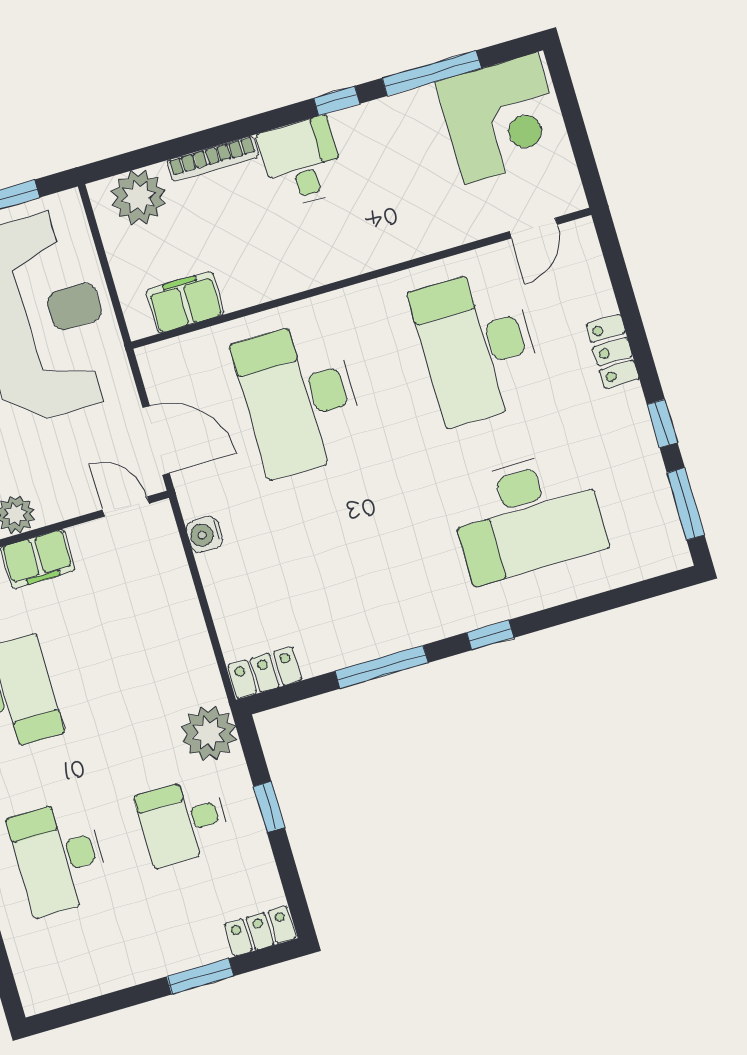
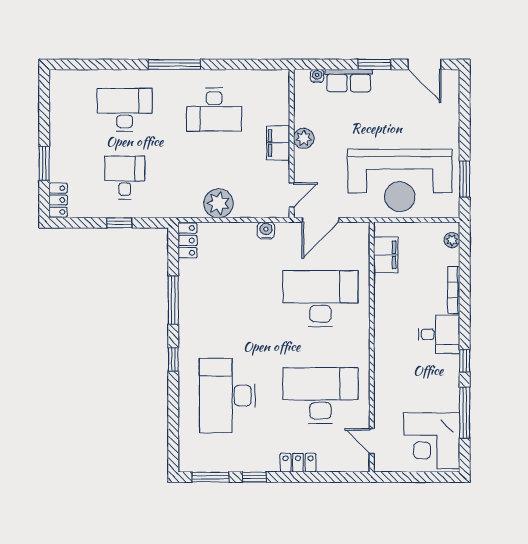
plant: (138, 197) -> (452, 240), width x0.53, depth x0.53
plant: (209, 734) -> (218, 203), moved

